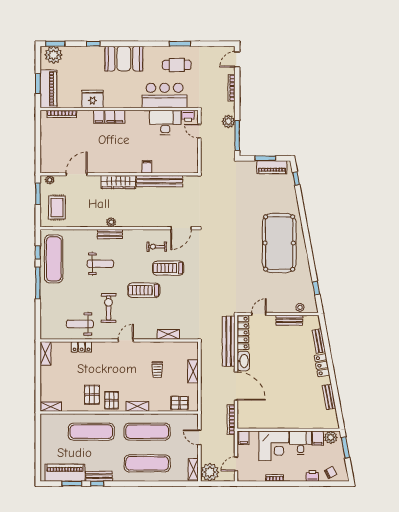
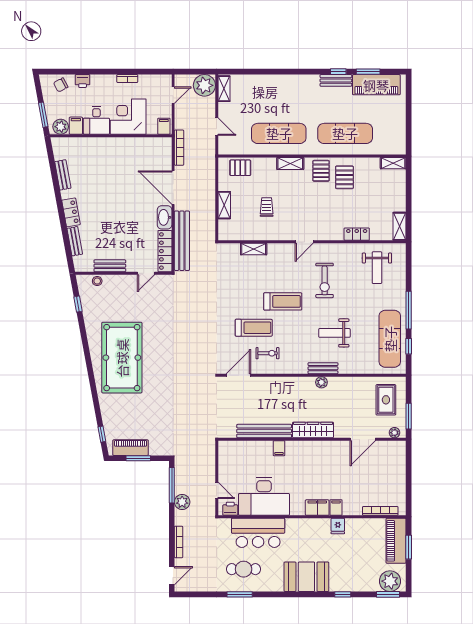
fridge: (93, 99) -> (338, 526), width x0.53, depth x0.75
desk: (165, 122) -> (264, 496), width x1.36, depth x1.30
weight bench: (80, 324) -> (377, 268), moved, turned 90
exercise mat: (147, 463) -> (279, 96), removed

